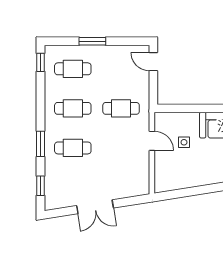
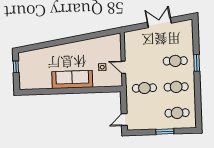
window: (40, 62) -> (198, 116), removed
door: (153, 62) -> (124, 120), swing flipped
window: (40, 186) -> (196, 35), removed

